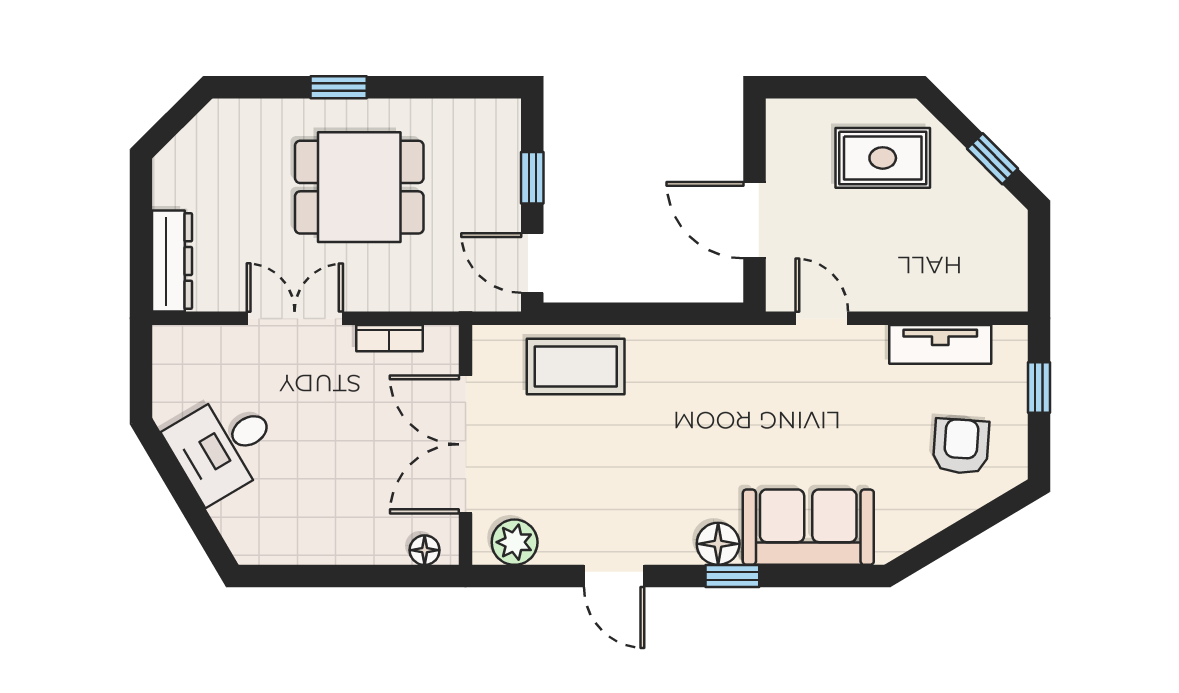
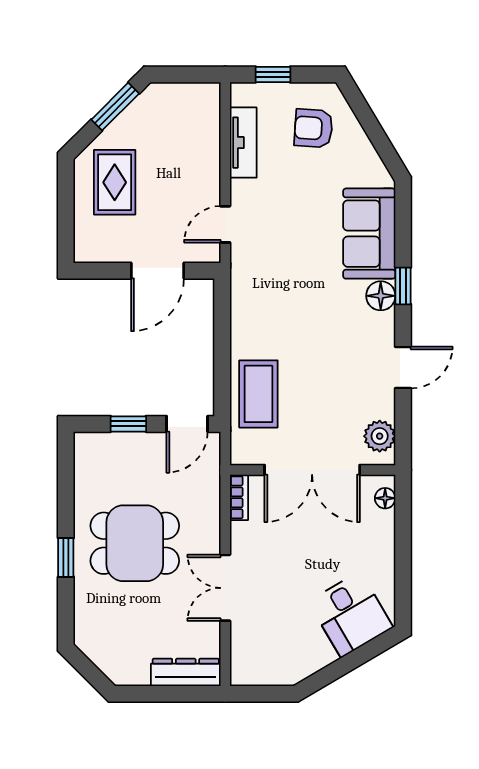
window: (992, 159) -> (115, 107), width x1.50
dining table: (359, 187) -> (135, 543), turned 90
bookcase: (389, 338) -> (239, 497), moved
desk: (224, 446) -> (351, 614), moved

